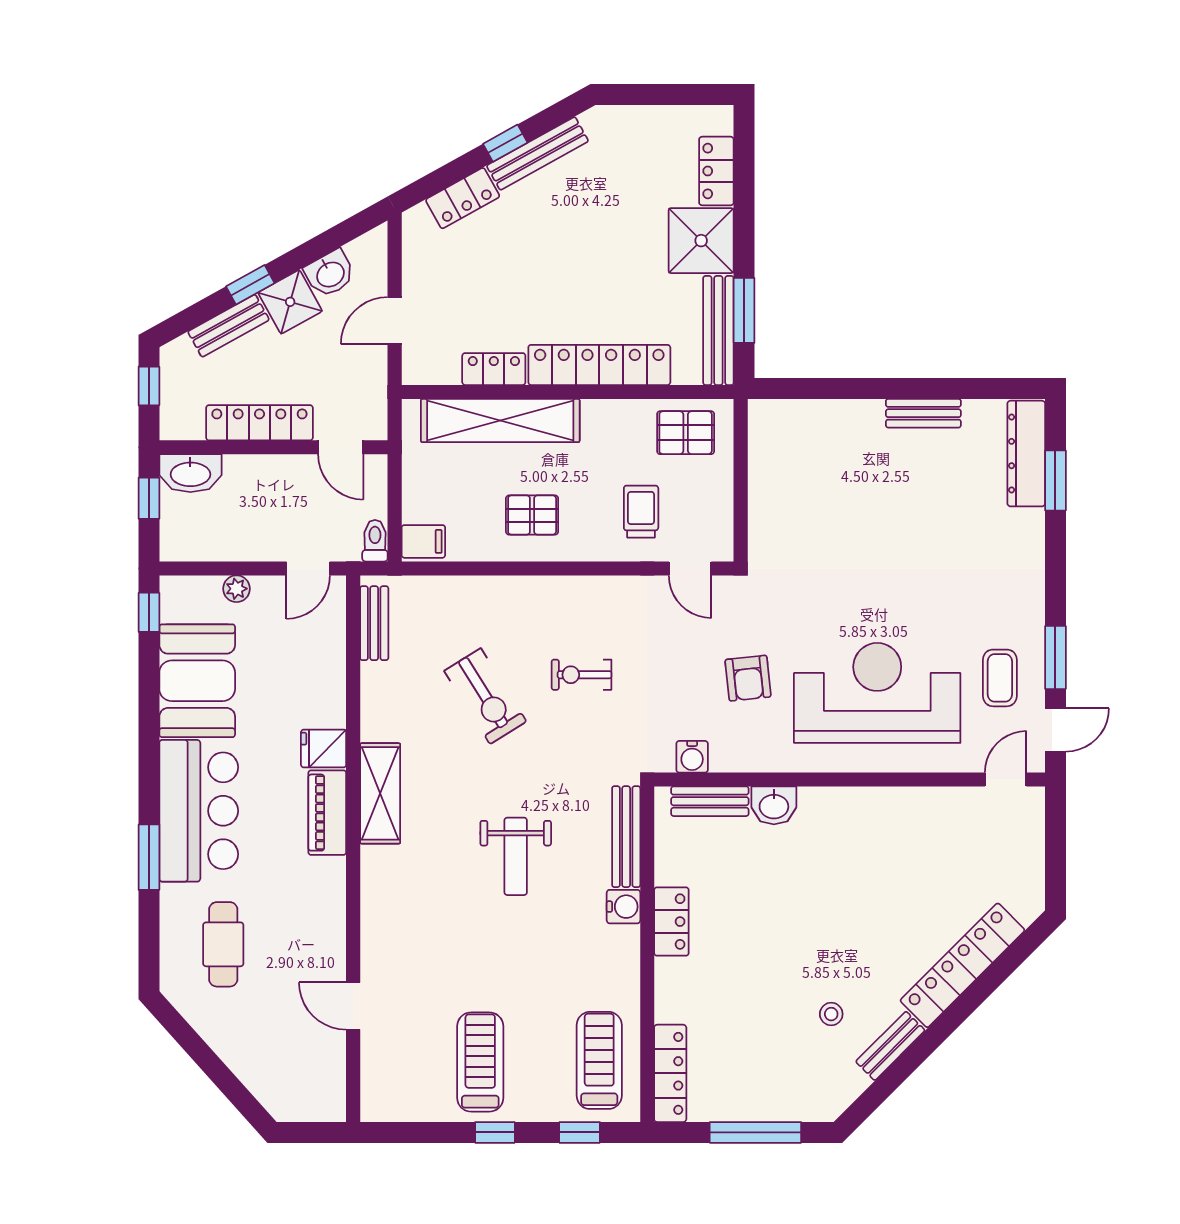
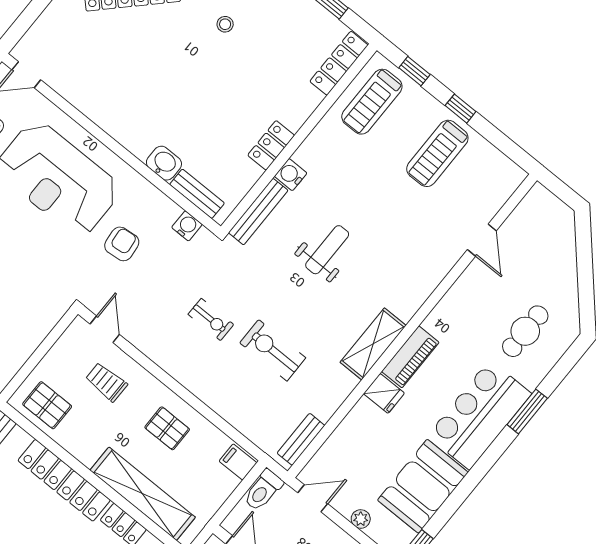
trolley: (641, 512) -> (106, 382), turned 90
toilet: (375, 541) -> (263, 490), width x1.37, depth x1.39
exercise bike: (485, 696) -> (273, 350), turned -58

